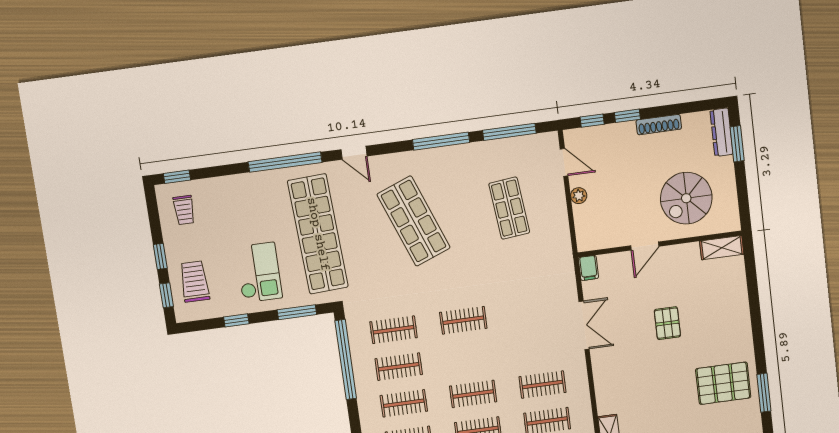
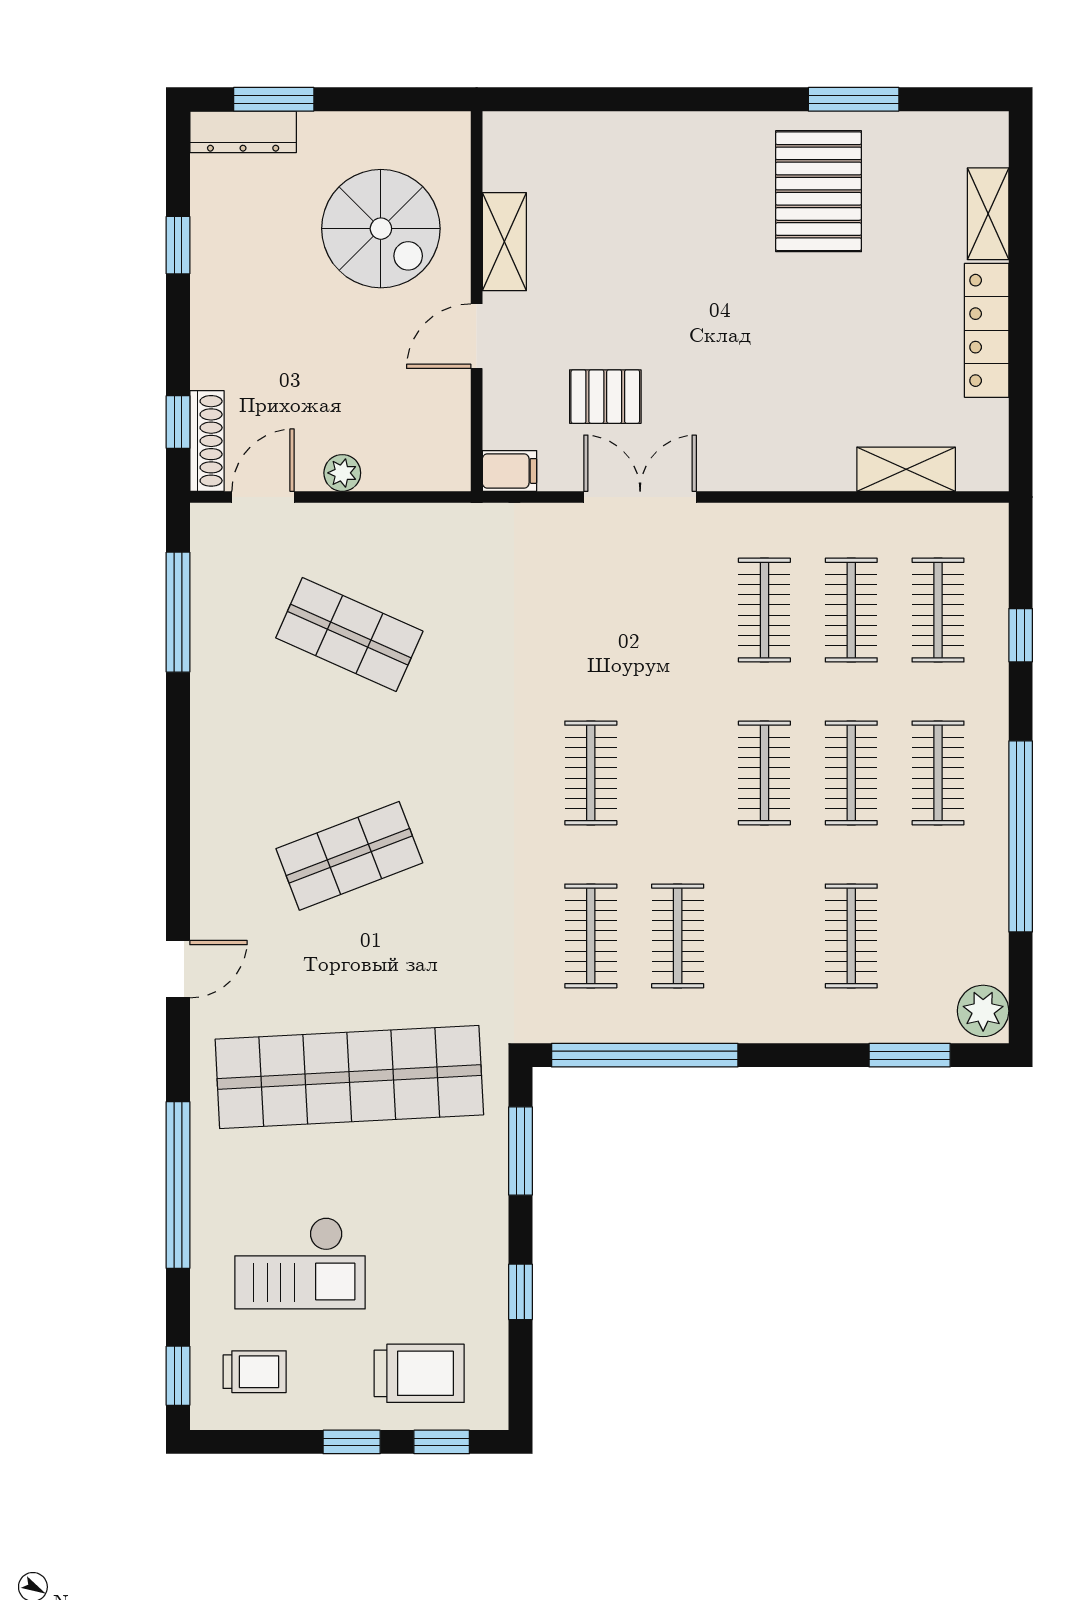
window: (627, 116) -> (178, 245), moved
shoe rack: (659, 125) -> (207, 441), moved
window: (441, 141) -> (178, 769), removed
window: (285, 162) -> (178, 1185), moved
shop shelf: (509, 208) -> (349, 635), turned 30
shop shelf: (414, 221) -> (349, 856), width x0.70, depth x0.74
door: (645, 246) -> (477, 336), swing flipped
shelving: (722, 248) -> (504, 242), moved
checkout: (259, 272) -> (300, 1263), moved, turned 180
trolley: (195, 282) -> (419, 1373), turned 180
pallet: (667, 323) -> (605, 397), moved
clothes rail: (404, 403) -> (764, 936), removed

